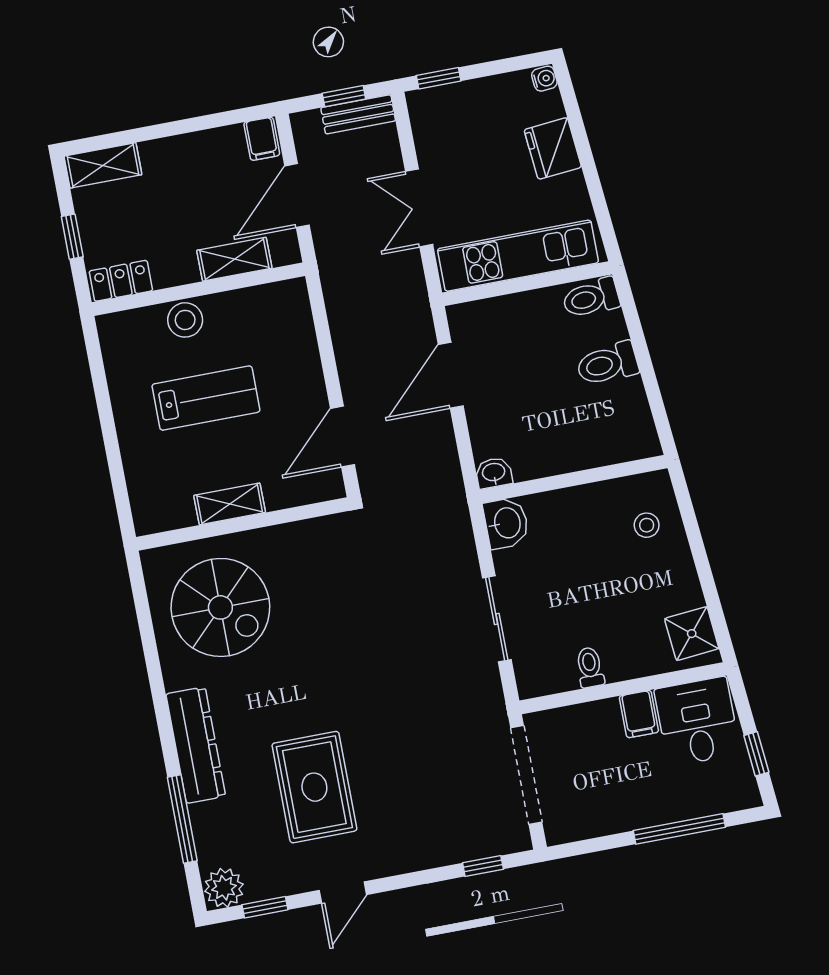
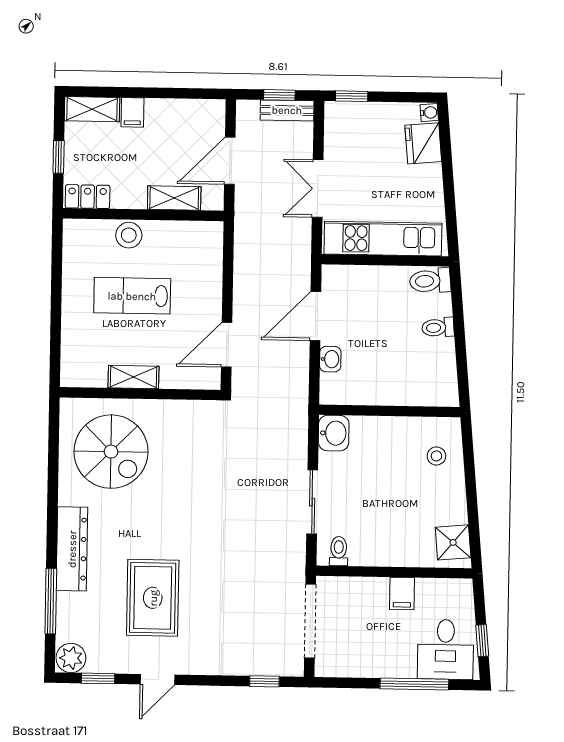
filing cabinet: (262, 139) -> (132, 112), moved
fridge: (553, 148) -> (423, 143), moved
toilet: (607, 364) -> (438, 328), width x0.73, depth x0.72
lab bench: (206, 398) -> (132, 296), turned 180
washbasin: (494, 473) -> (330, 359), moved, turned 90
toilet: (590, 667) -> (339, 551), moved
desk: (697, 722) -> (446, 649), moved, turned 180

